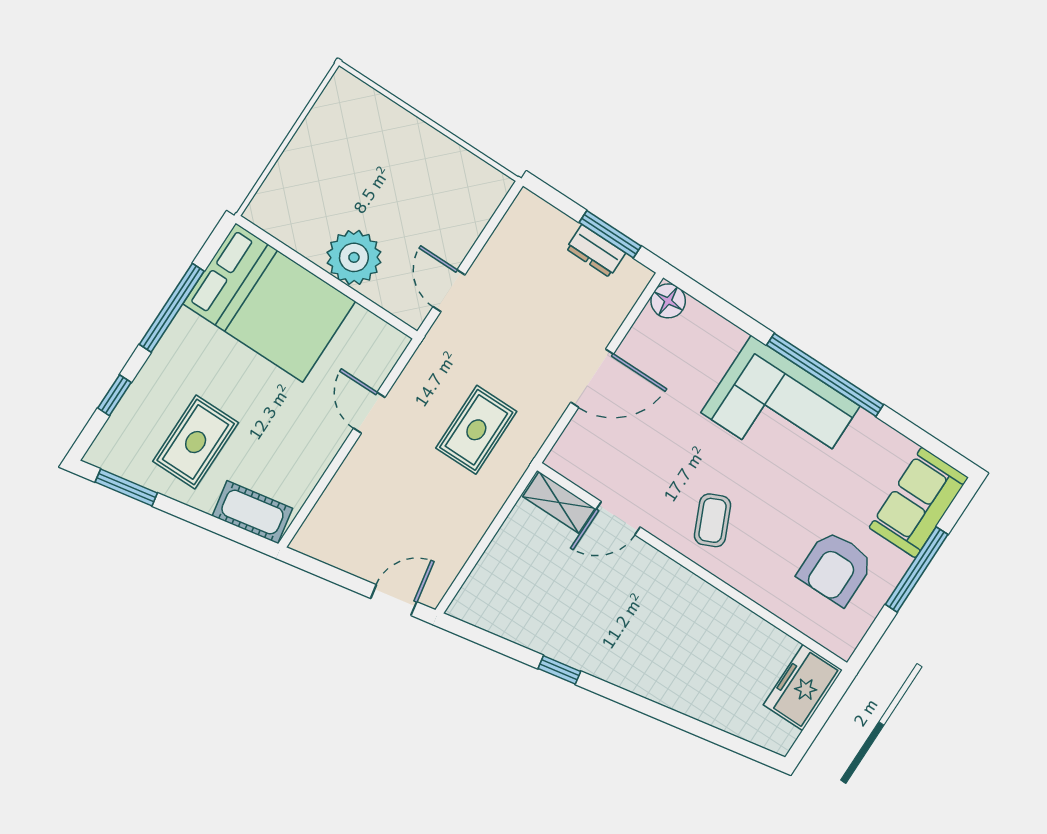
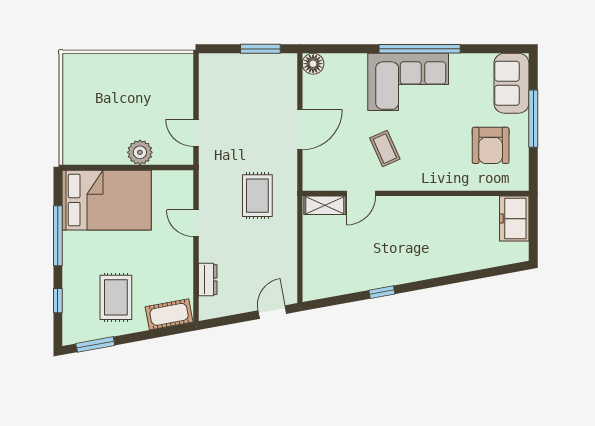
dresser: (596, 251) -> (208, 280), moved, turned -90
plant: (354, 257) -> (140, 152), width x0.73, depth x0.73
coffee table: (713, 520) -> (385, 149), moved

